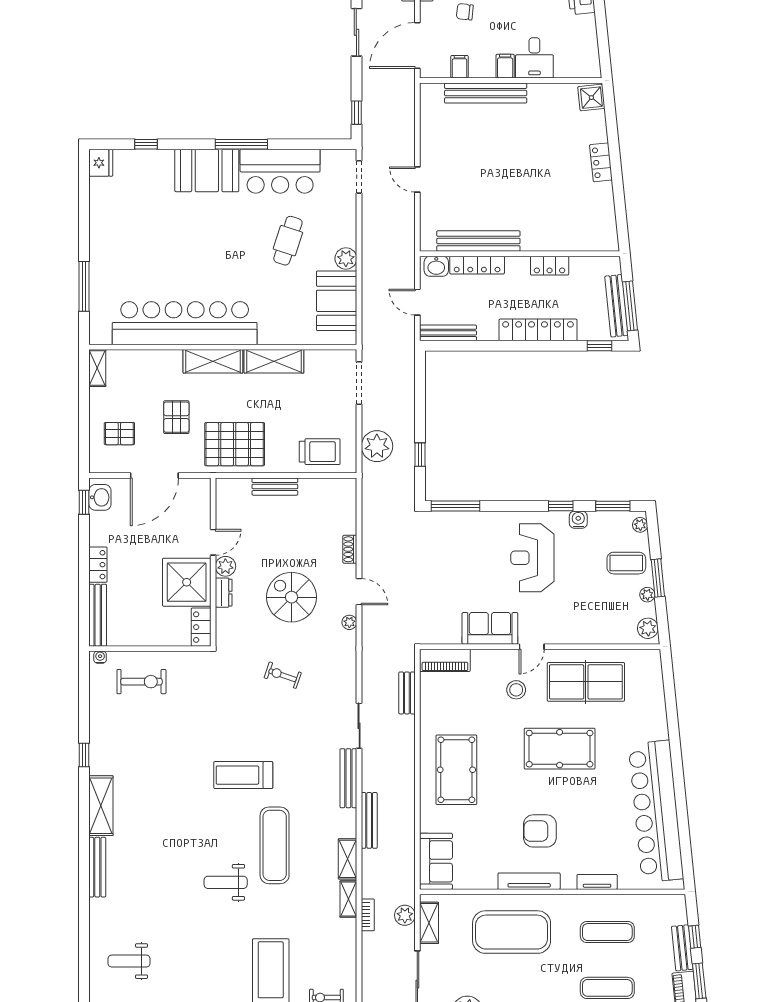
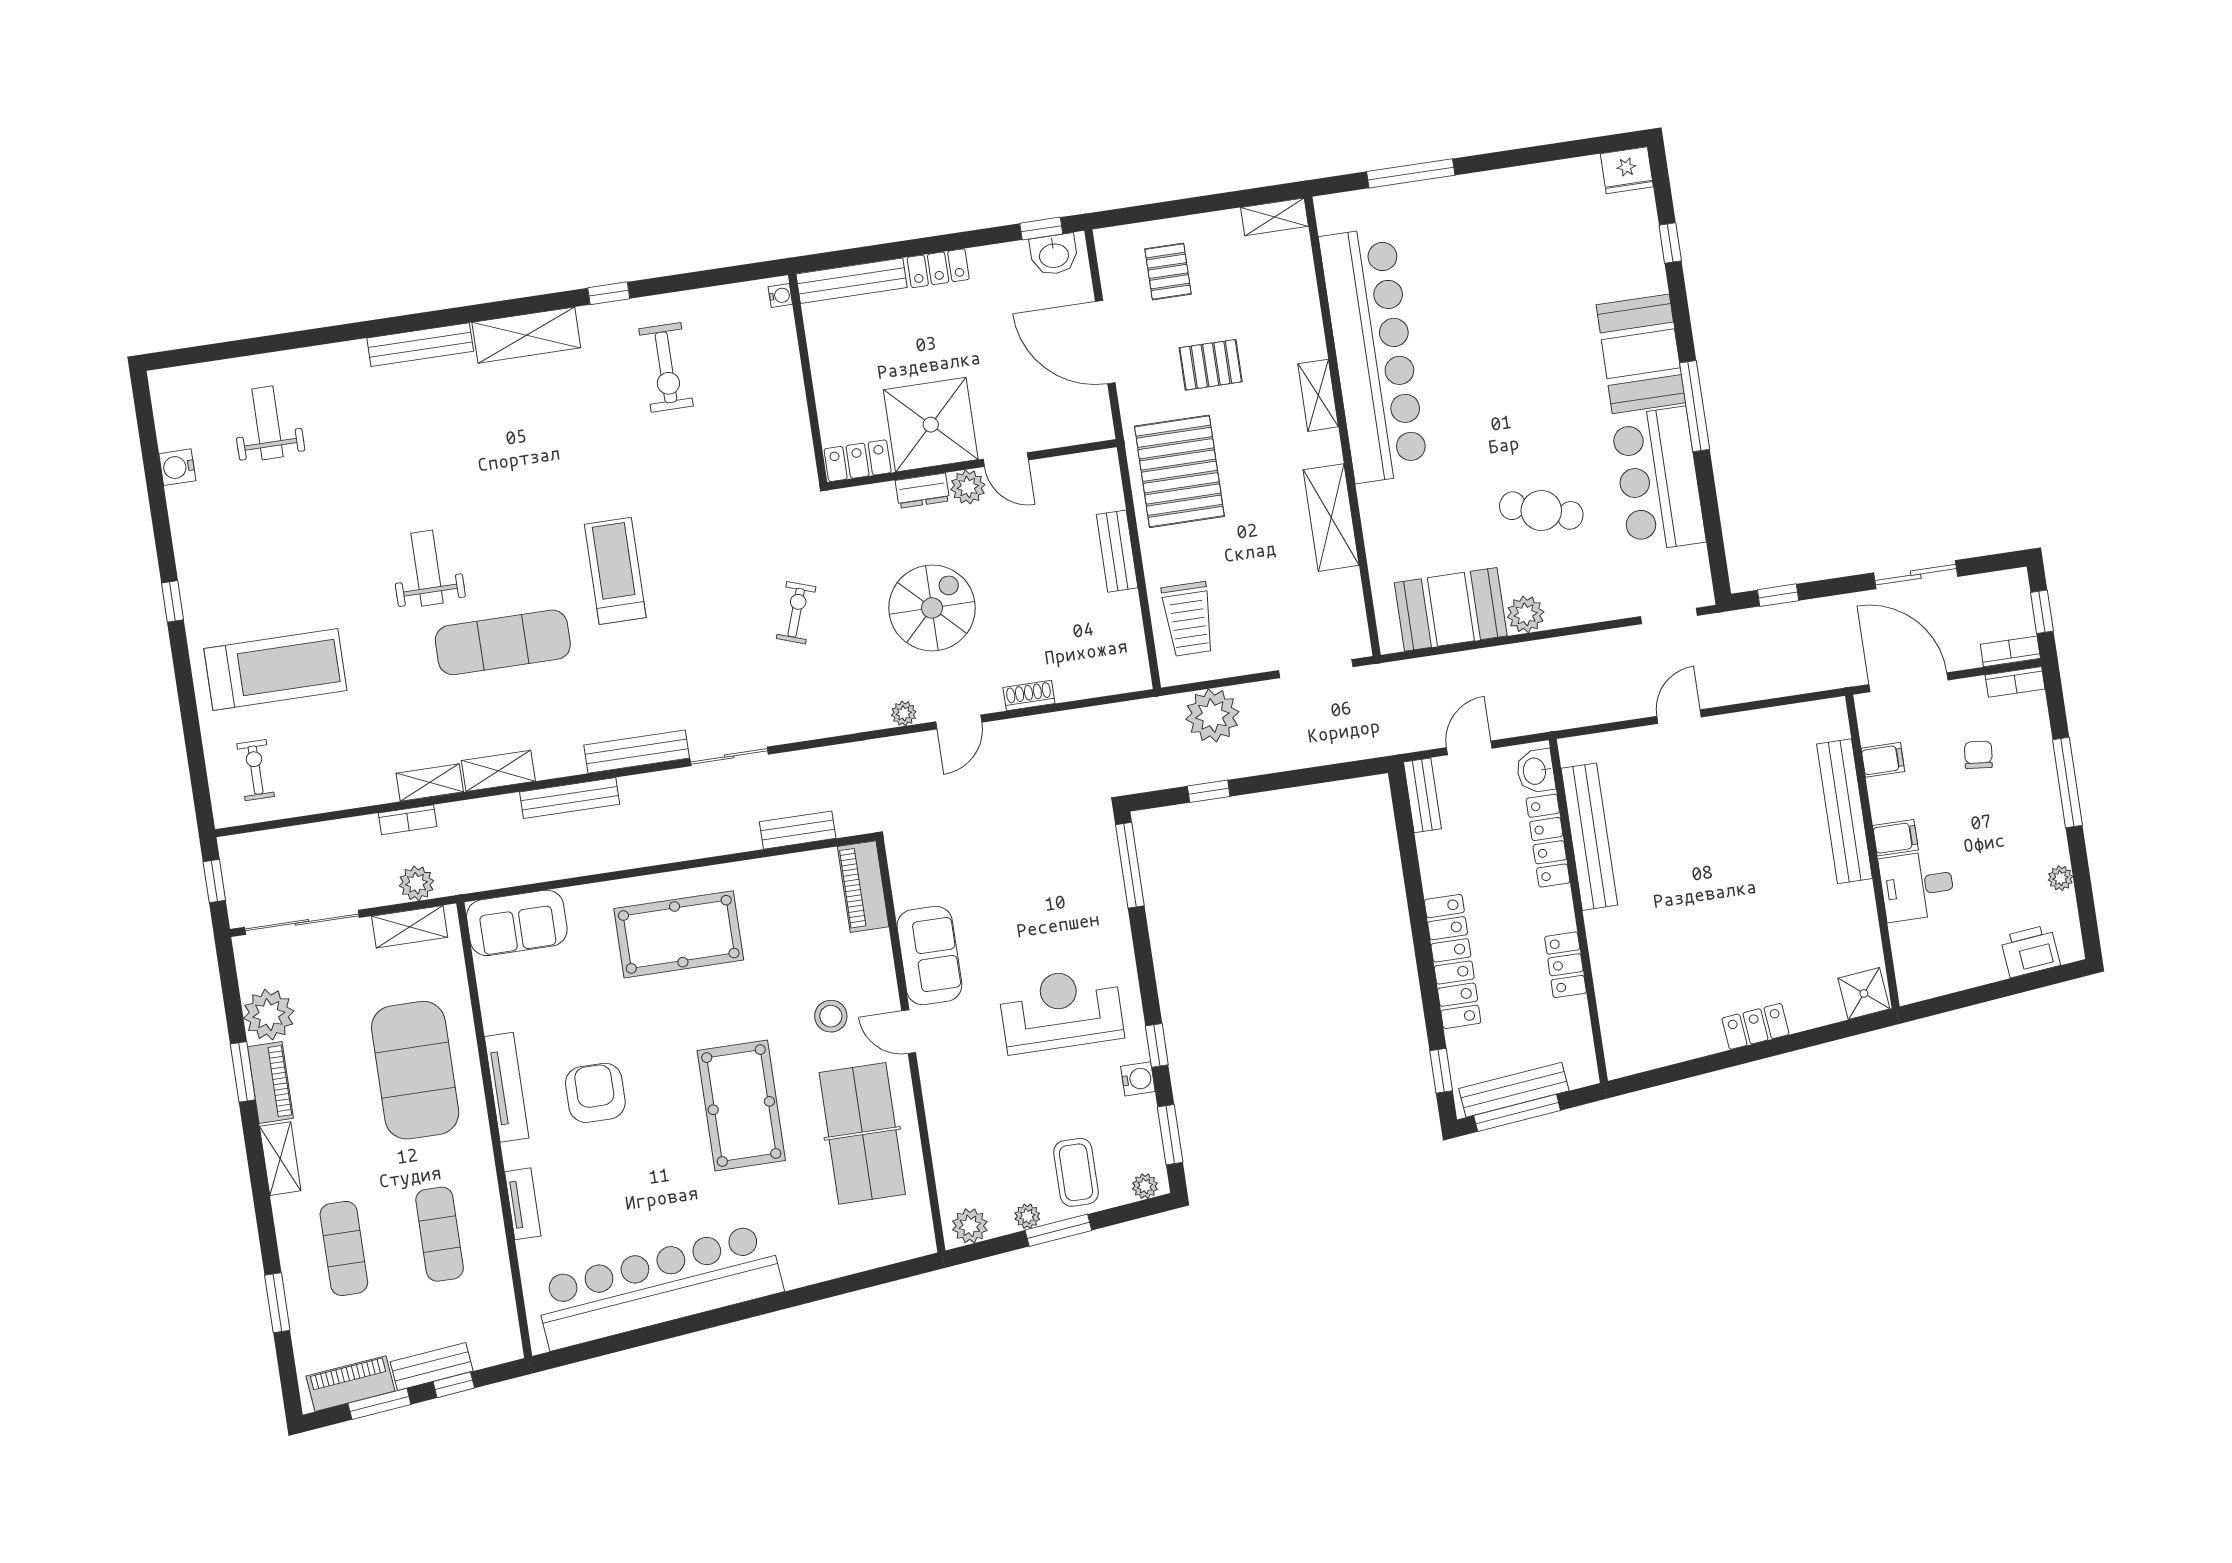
bench: (448, 333) -> (1422, 795), width x0.73
shelving: (213, 361) -> (1318, 395), width x0.67, depth x0.75
exercise bike: (141, 682) -> (666, 367), moved

